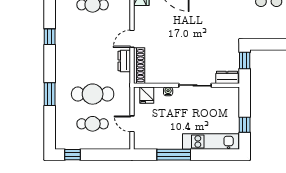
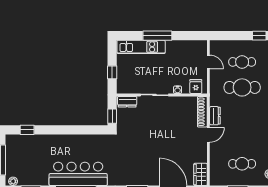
window: (245, 125) -> (112, 72), moved
window: (174, 155) -> (157, 36), moved

